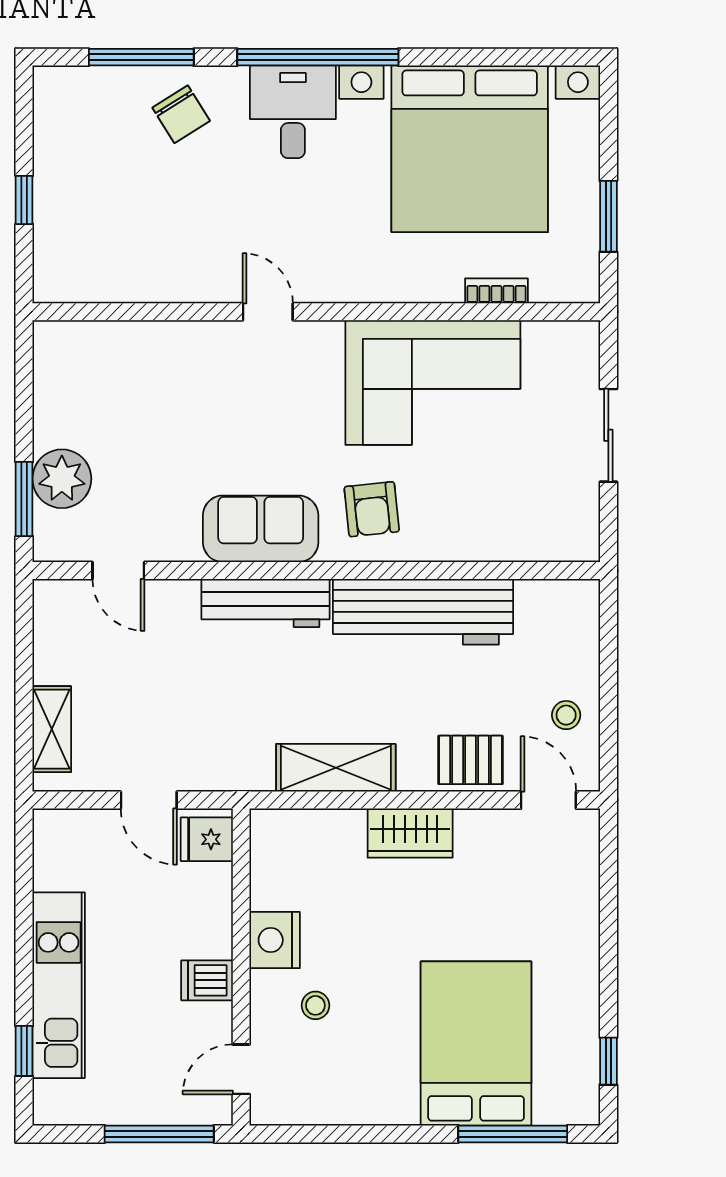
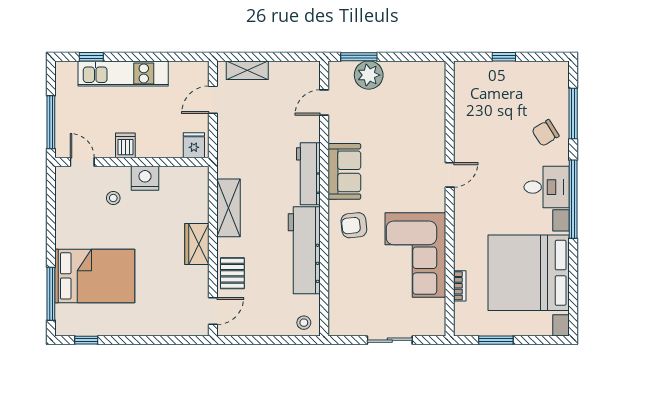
stool: (566, 715) -> (304, 323), moved
door: (149, 800) -> (213, 100), moved

